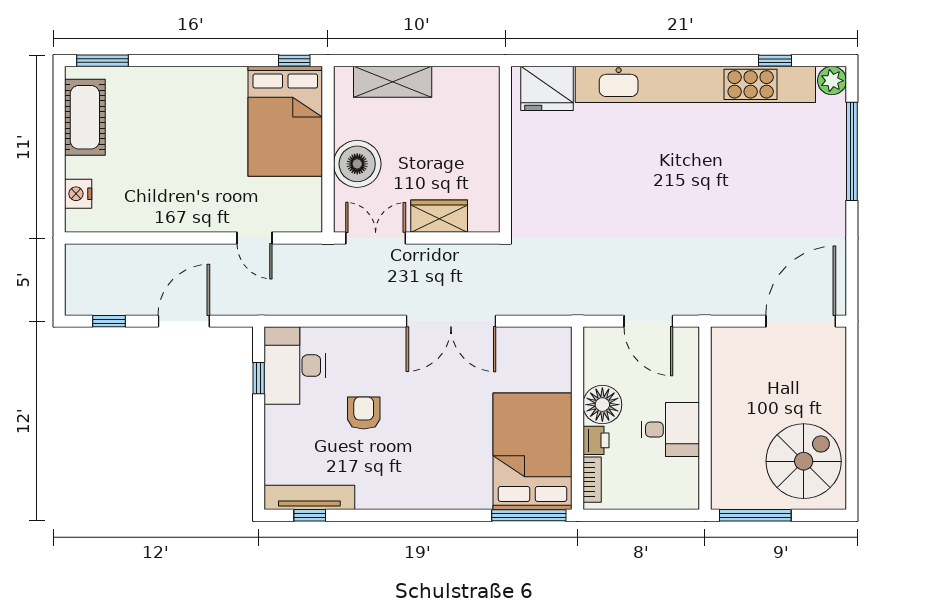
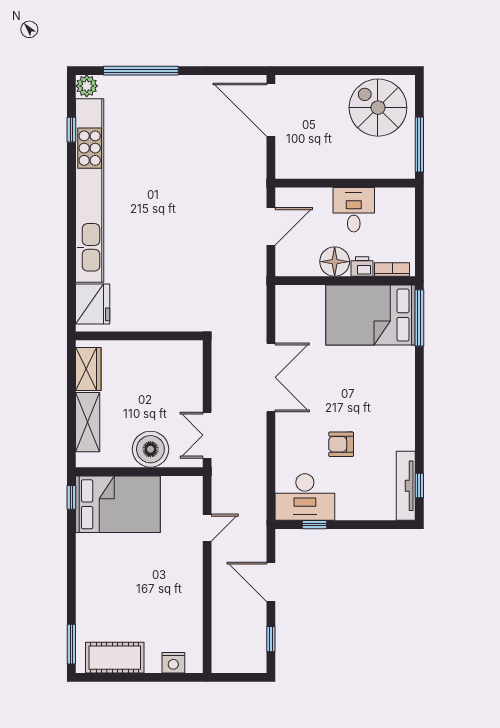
wardrobe: (439, 216) -> (88, 369), moved, turned 180

